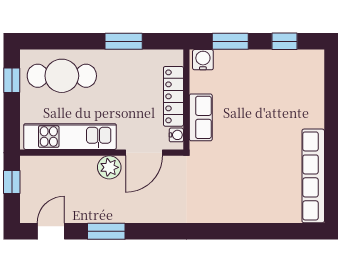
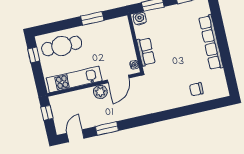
locker: (173, 96) -> (128, 43), removed
row of seats: (313, 176) -> (211, 42), moved
chair: (271, 200) -> (196, 89), added

